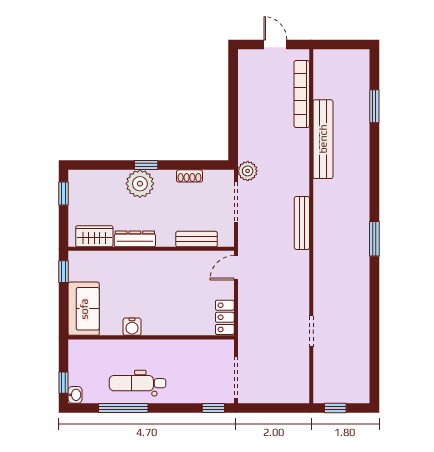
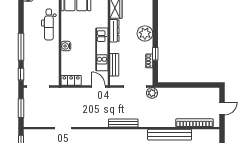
window: (146, 165) -> (155, 54), moved
kitchen unit: (169, 262) -> (102, 49), added
water cooler: (132, 327) -> (66, 46), moved
dental chair: (138, 383) -> (49, 25), moved, turned 180
window: (123, 408) -> (21, 47), moved
window: (275, 408) -> (21, 108), added

